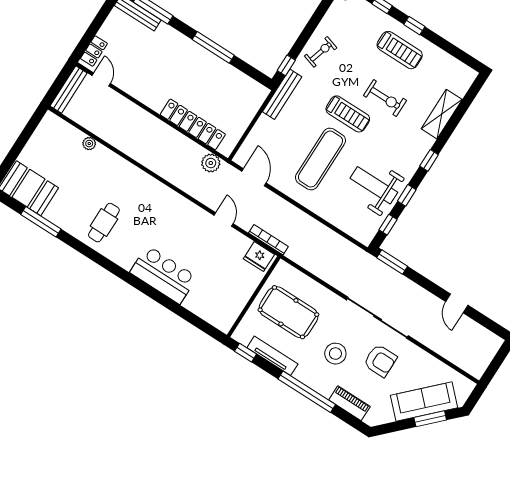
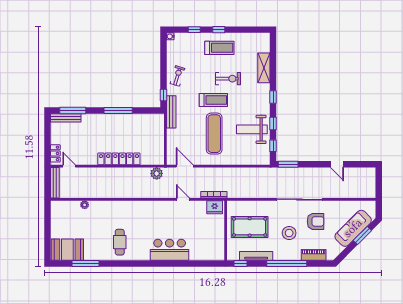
locker: (193, 124) -> (119, 159), moved

